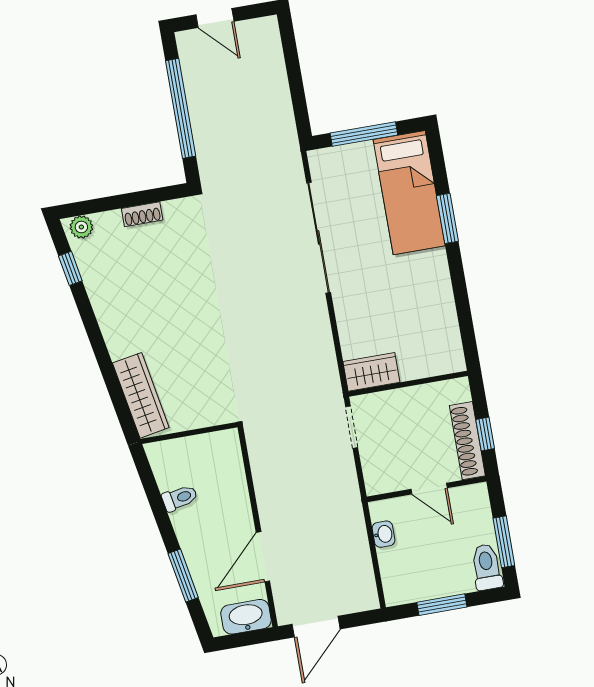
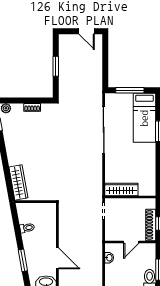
door: (215, 18) -> (87, 31), moved
window: (181, 108) -> (56, 66), width x0.47
wardrobe: (371, 372) -> (121, 189), width x1.50
door: (429, 489) -> (131, 242), hinge flipped
door: (263, 557) -> (57, 258), swing flipped

